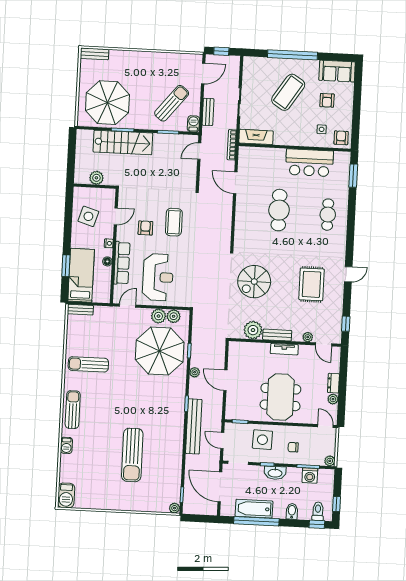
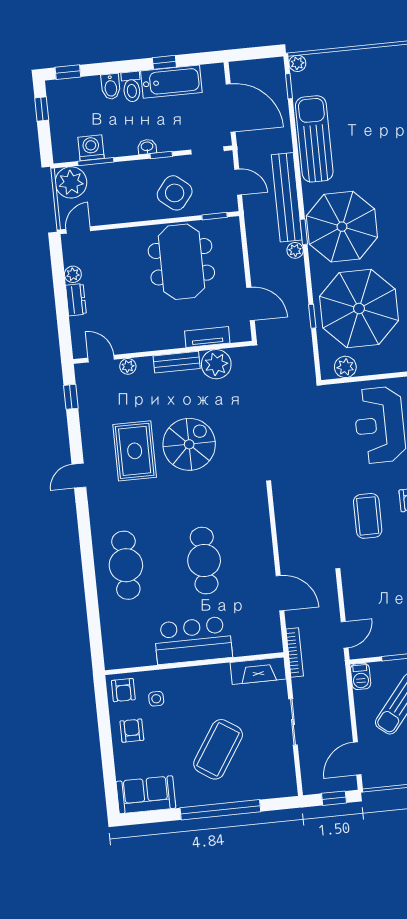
armchair: (327, 100) -> (132, 731), moved
bench: (208, 112) -> (340, 699), removed
bar counter: (309, 163) -> (193, 640), moved
window: (353, 176) -> (95, 633), removed
cafe table: (328, 215) -> (126, 565), width x1.37, depth x1.35
spiral stairs: (254, 282) -> (189, 444), moved
plant: (158, 316) -> (369, 364), removed
tv unit: (284, 349) -> (207, 337), moved
plant: (195, 372) -> (295, 250), moved
door: (225, 380) -> (251, 304), moved
meeting table: (280, 397) -> (181, 262), moved
parasol: (162, 403) -> (342, 227), added
door: (325, 426) -> (78, 230), swing flipped
side table: (262, 440) -> (175, 193), turned 37
chair: (293, 447) -> (124, 188), removed
sun lounger: (132, 455) -> (314, 139), moved
plant: (330, 461) -> (71, 182), width x1.87, depth x1.87
washbasin: (275, 473) -> (147, 147), width x0.52, depth x0.69
toilet: (318, 511) -> (131, 87), moved
window: (256, 521) -> (164, 62), width x0.32

